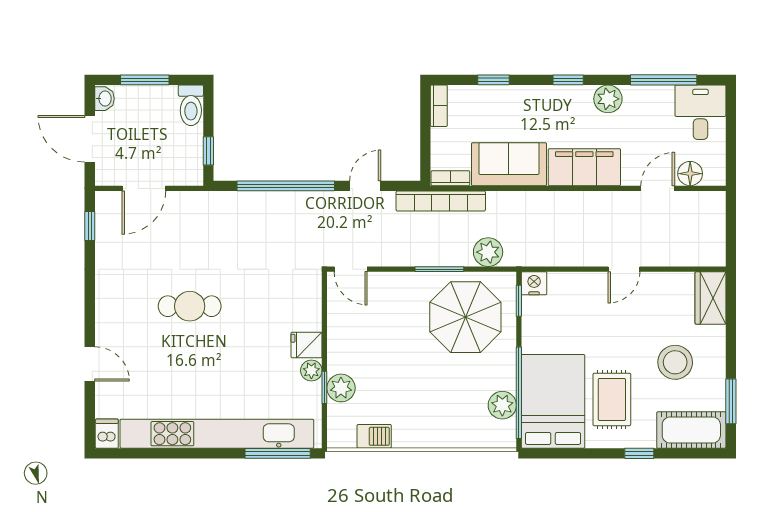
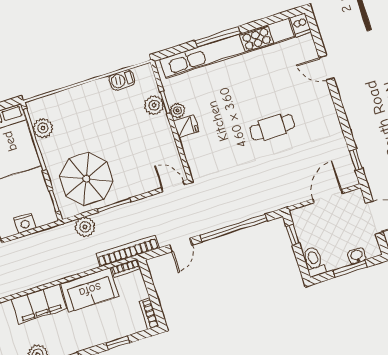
washbasin: (104, 99) -> (357, 256), moved, turned 90
nightstand: (534, 283) -> (25, 223), moved
window: (278, 453) -> (218, 37), moved

